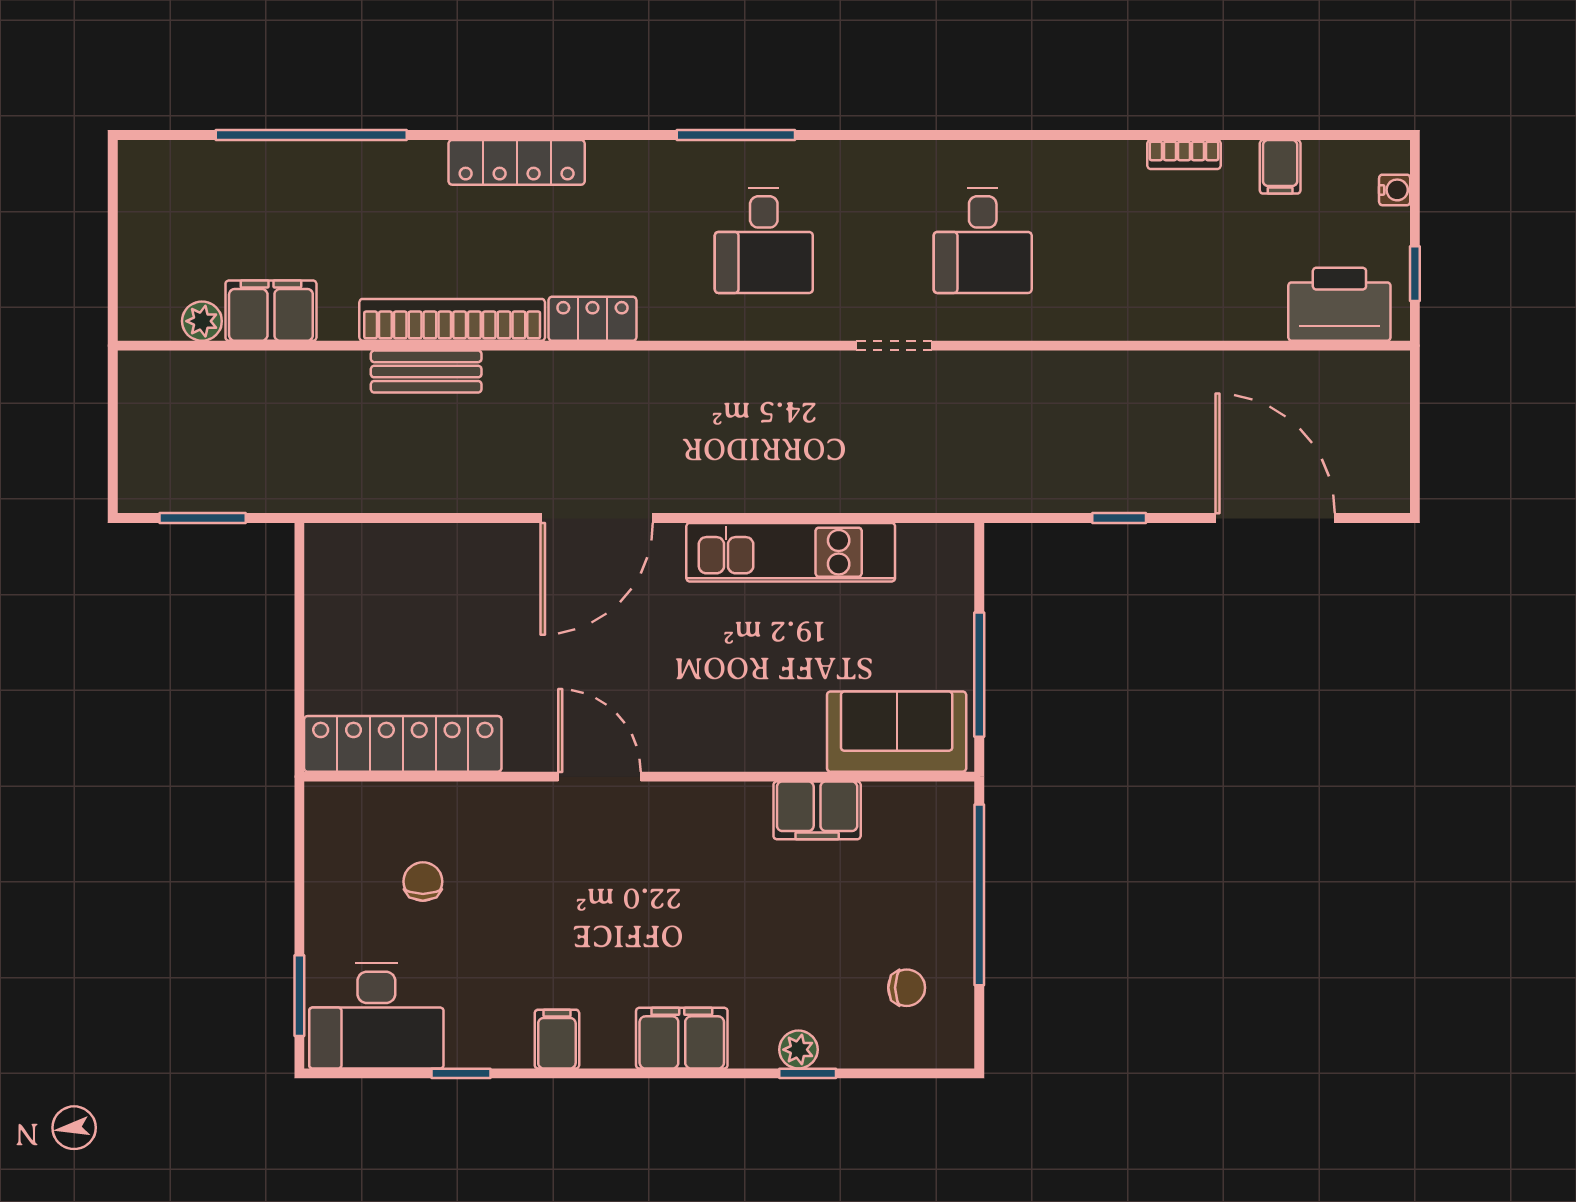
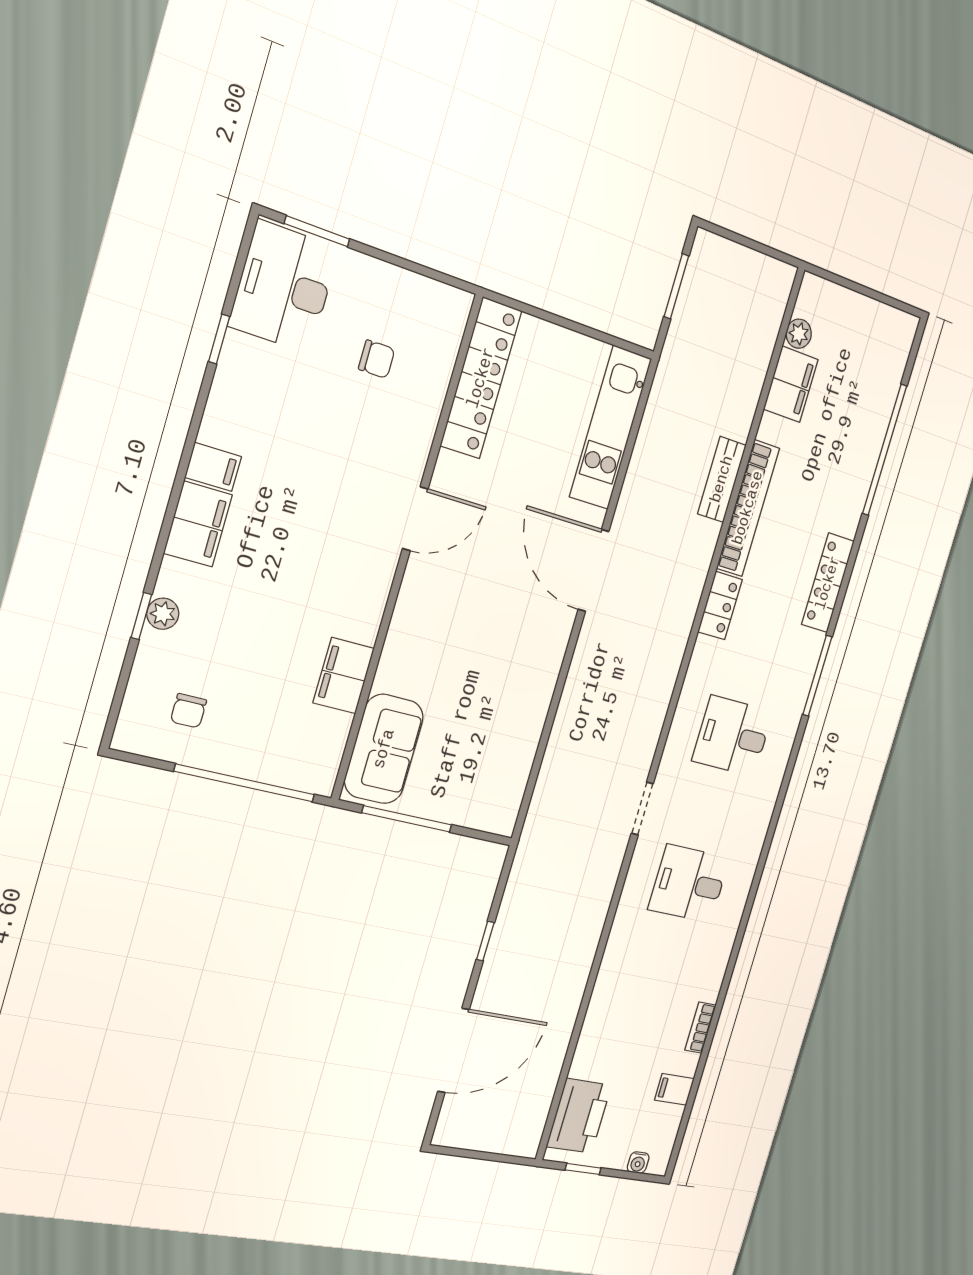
window: (736, 135) -> (817, 676), moved
kitchen unit: (791, 552) -> (611, 428), moved
filing cabinet: (557, 1039) -> (213, 467), moved

